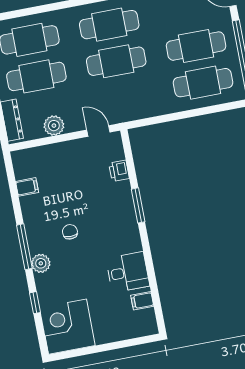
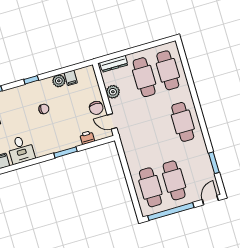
cafe table: (116, 61) -> (159, 129), removed
door: (98, 131) -> (112, 121), swing flipped
chair: (76, 153) -> (96, 108), added
window: (24, 247) -> (31, 80), width x0.46
plant: (41, 263) -> (59, 81), moved

